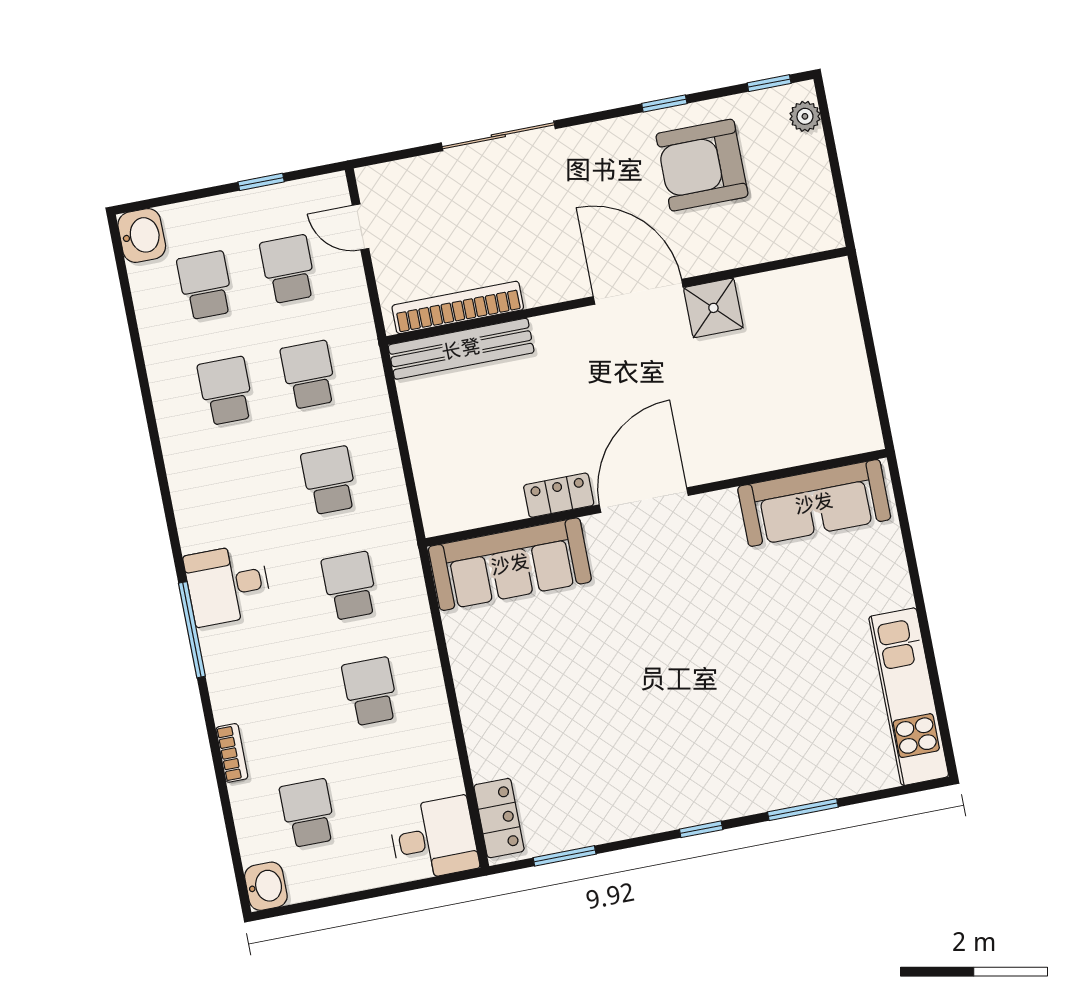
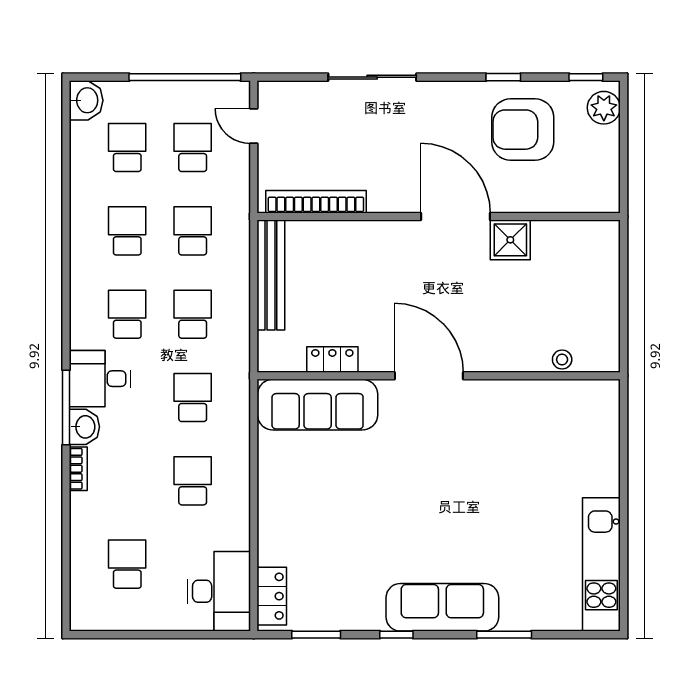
plant: (805, 116) -> (604, 108), width x1.38, depth x1.38
window: (261, 182) -> (185, 77), width x3.17
bench: (461, 349) -> (271, 275), moved, turned 90
stool: (808, 447) -> (562, 360), added
locker: (559, 495) -> (332, 359), moved
school desk: (246, 496) -> (127, 314), added
door: (644, 500) -> (429, 376), hinge flipped
sofa: (814, 503) -> (442, 607), moved, turned 180
bookcase: (232, 753) -> (78, 469), moved
window: (701, 829) -> (396, 635), moved
desk: (434, 839) -> (219, 591), width x1.37
washbasin: (266, 886) -> (84, 427), moved

